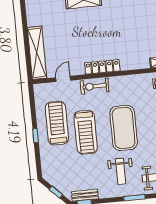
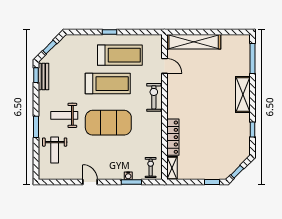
locker: (102, 67) -> (173, 137), moved
treadmill: (86, 132) -> (108, 84), turned 180

